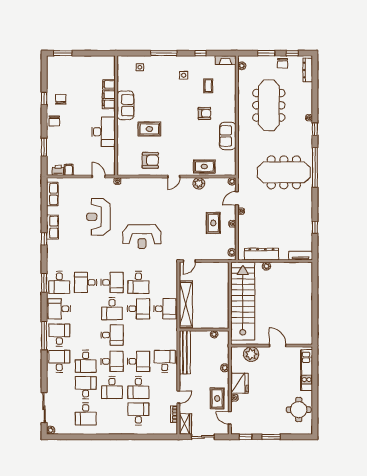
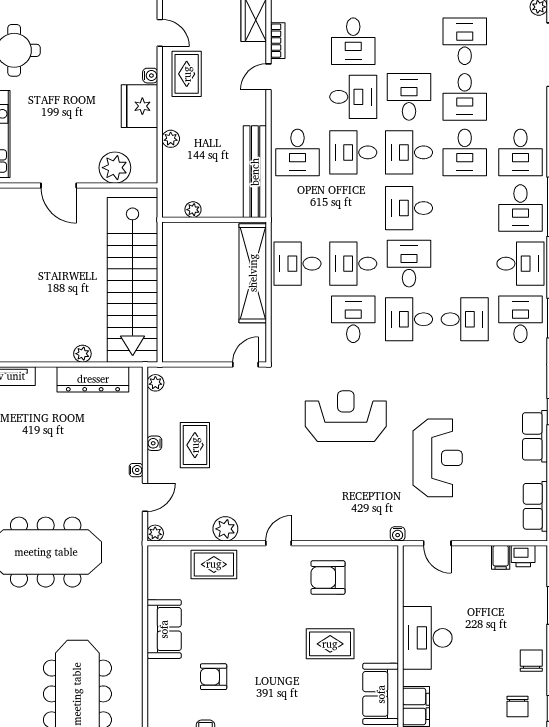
desk: (86, 361) -> (465, 152), turned 180
desk: (138, 388) -> (353, 97), turned 90

